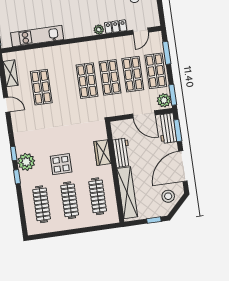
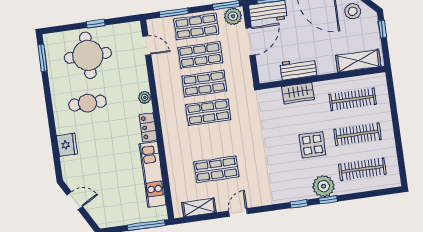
locker: (116, 27) -> (148, 127), moved
plant: (26, 162) -> (324, 186), moved
shelving: (127, 193) -> (358, 61), width x0.68

